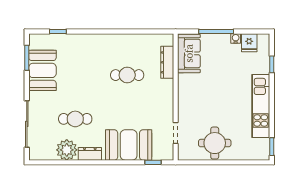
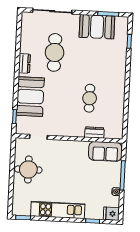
fridge: (249, 43) -> (111, 214), moved
dresser: (167, 62) -> (94, 132), width x0.70
cafe table: (75, 119) -> (55, 52), width x1.37, depth x1.35
plant: (67, 150) -> (29, 44), removed

